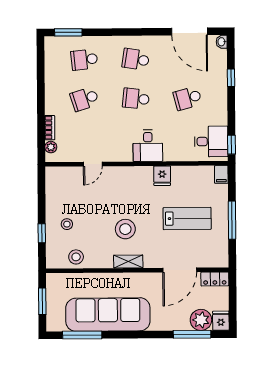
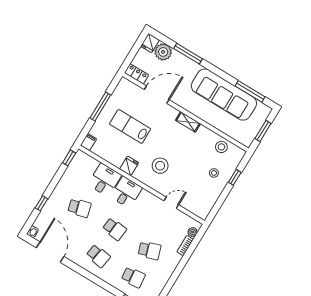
desk: (211, 141) -> (105, 180), moved, turned 90
stool: (125, 229) -> (160, 166), moved
window: (192, 334) -> (188, 54), moved

